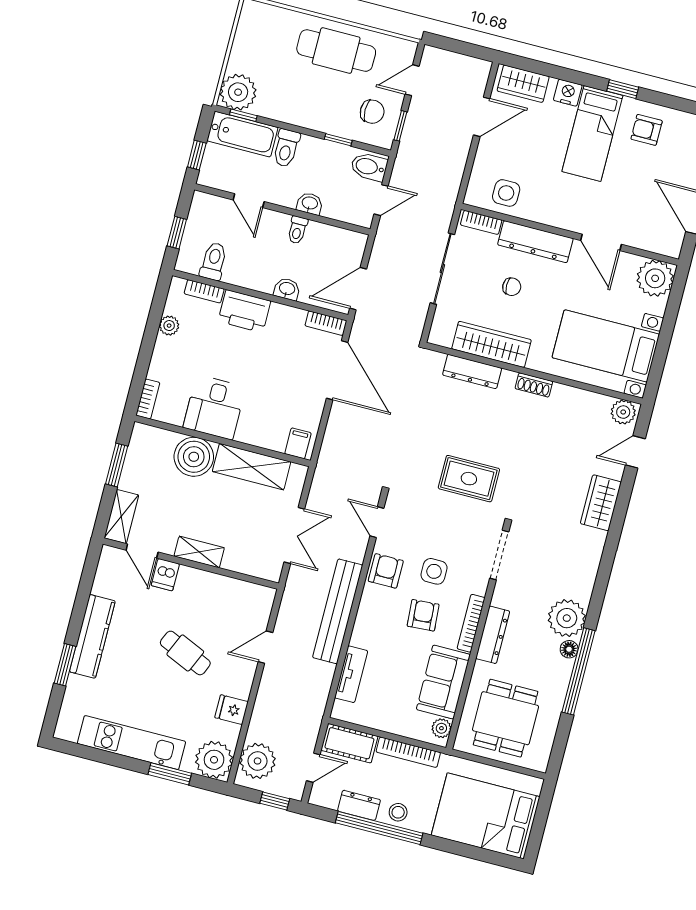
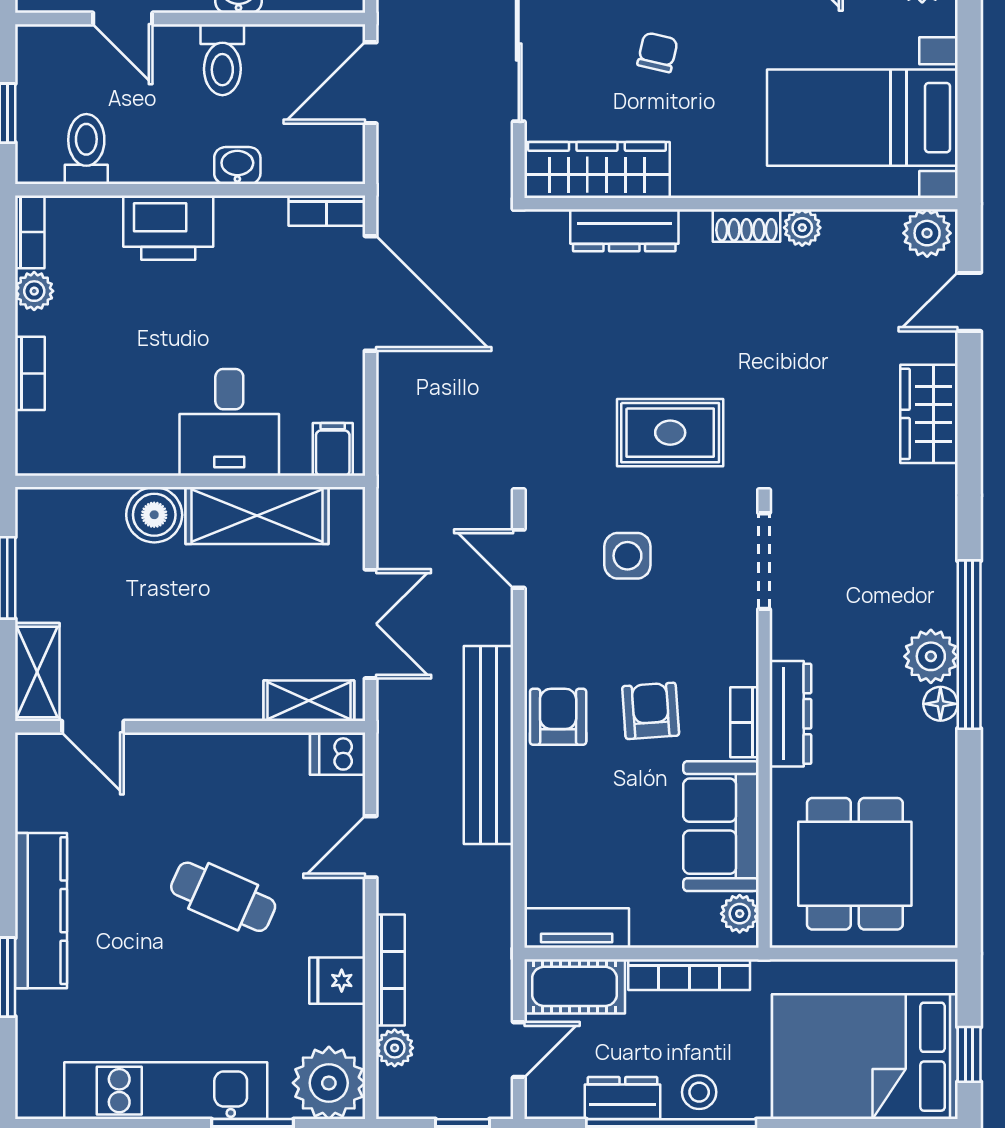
toilet: (297, 230) -> (222, 60), width x1.37, depth x1.39
chair: (512, 287) -> (657, 52), turned -77
door: (358, 289) -> (371, 83), moved
bookcase: (204, 291) -> (30, 232), moved, turned -90
wardrobe: (491, 344) -> (597, 170), moved
plant: (561, 393) -> (802, 228), added
bookcase: (148, 399) -> (30, 373), moved
desk: (214, 407) -> (229, 422), moved
boiler: (194, 457) -> (154, 515), width x0.73, depth x0.73
shelving: (199, 552) -> (309, 701), moved
armchair: (386, 571) -> (558, 717), moved
side table: (434, 571) -> (627, 556), moved
dishwasher: (165, 575) -> (338, 754), moved, turned 90
plant: (567, 618) -> (931, 656), width x0.73, depth x0.73
bookcase: (471, 623) -> (744, 722), width x0.64
window: (579, 671) -> (969, 645), moved
tv unit: (351, 674) -> (577, 928), moved, turned -90
bookcase: (259, 711) -> (390, 970), added
plant: (258, 761) -> (395, 1048), width x0.53, depth x0.53
window: (538, 828) -> (969, 1054), added

